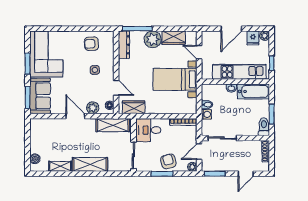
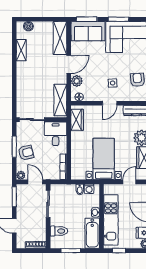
door: (116, 88) -> (110, 103), moved
washing machine: (206, 114) -> (89, 189), moved
toilet: (264, 127) -> (59, 231), moved
shelving: (90, 164) -> (60, 38), moved

